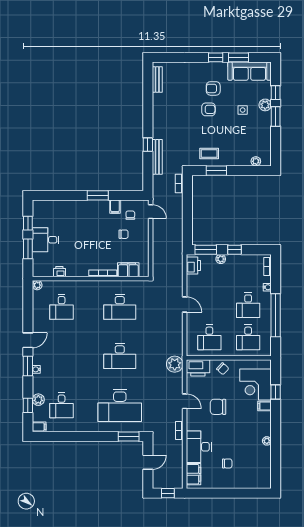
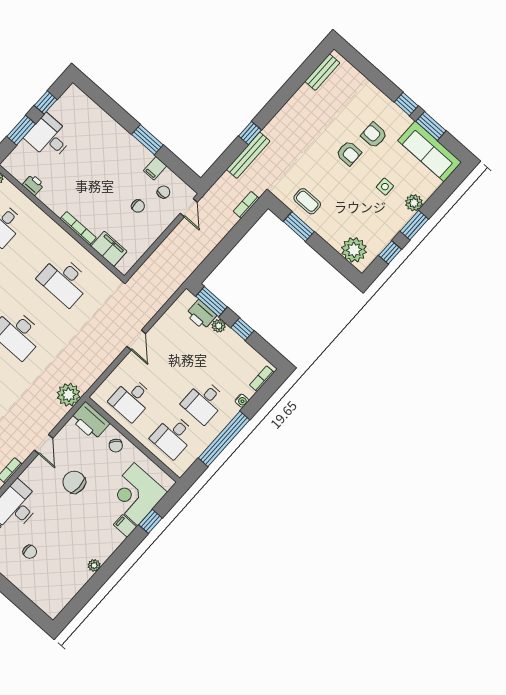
window: (276, 93) -> (390, 252), moved
plant: (256, 161) -> (354, 250), width x1.87, depth x1.87
printer: (193, 265) -> (201, 315), moved, turned 90

